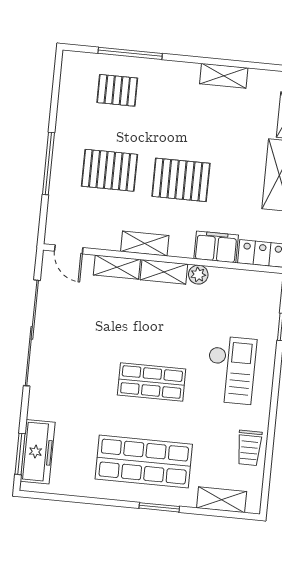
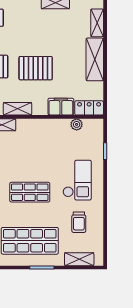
shelving: (164, 272) -> (31, 125), removed
plant: (198, 275) -> (77, 124), moved
trolley: (249, 448) -> (79, 222), moved

